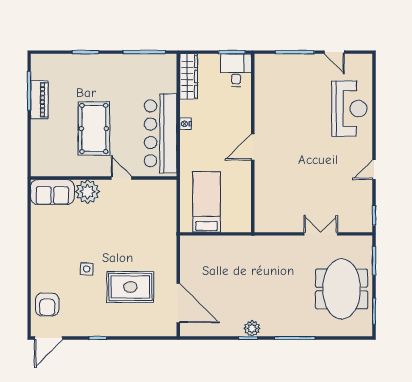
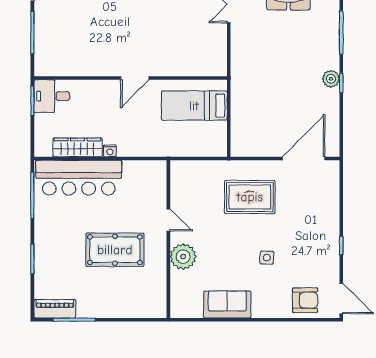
wardrobe: (189, 76) -> (78, 147), moved
piano: (39, 100) -> (55, 309), moved
bar counter: (160, 133) -> (79, 178), moved
door: (253, 147) -> (135, 78), hinge flipped
door: (121, 178) -> (168, 220), swing flipped
sofa: (52, 192) -> (227, 304), moved, turned -90
bed: (207, 202) -> (194, 106), moved
rug: (130, 287) -> (250, 197), moved, turned 90

